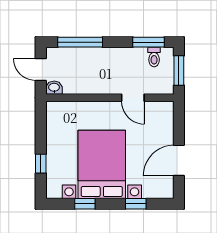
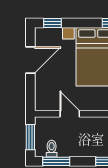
window: (136, 204) -> (53, 23), moved

